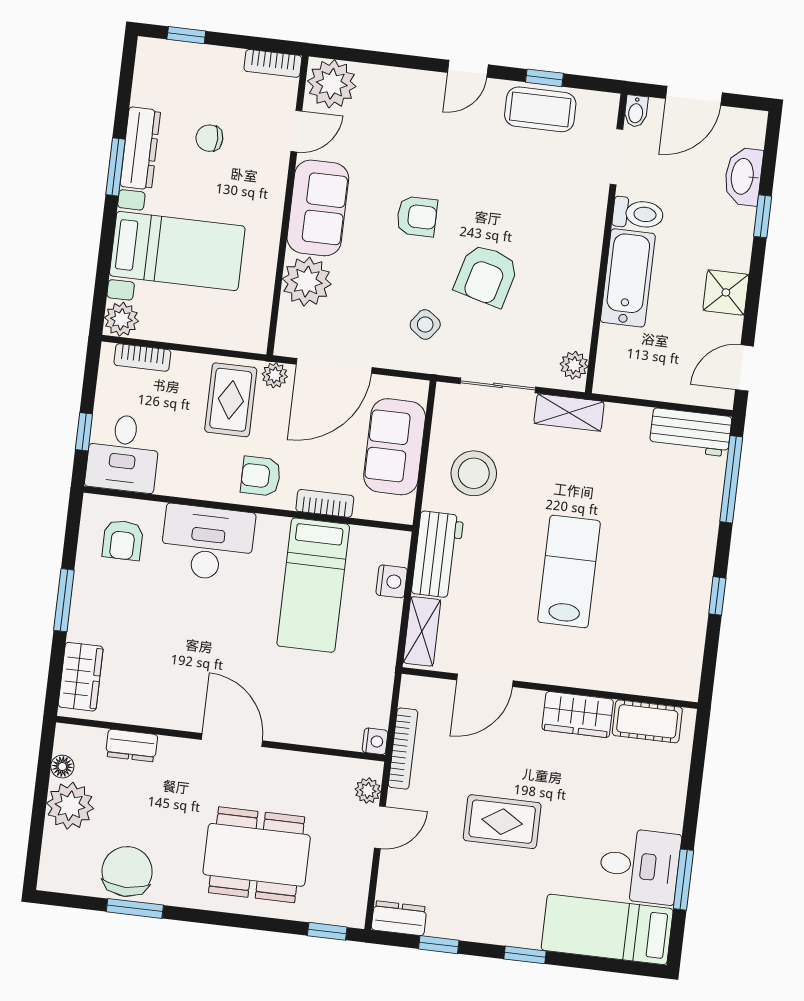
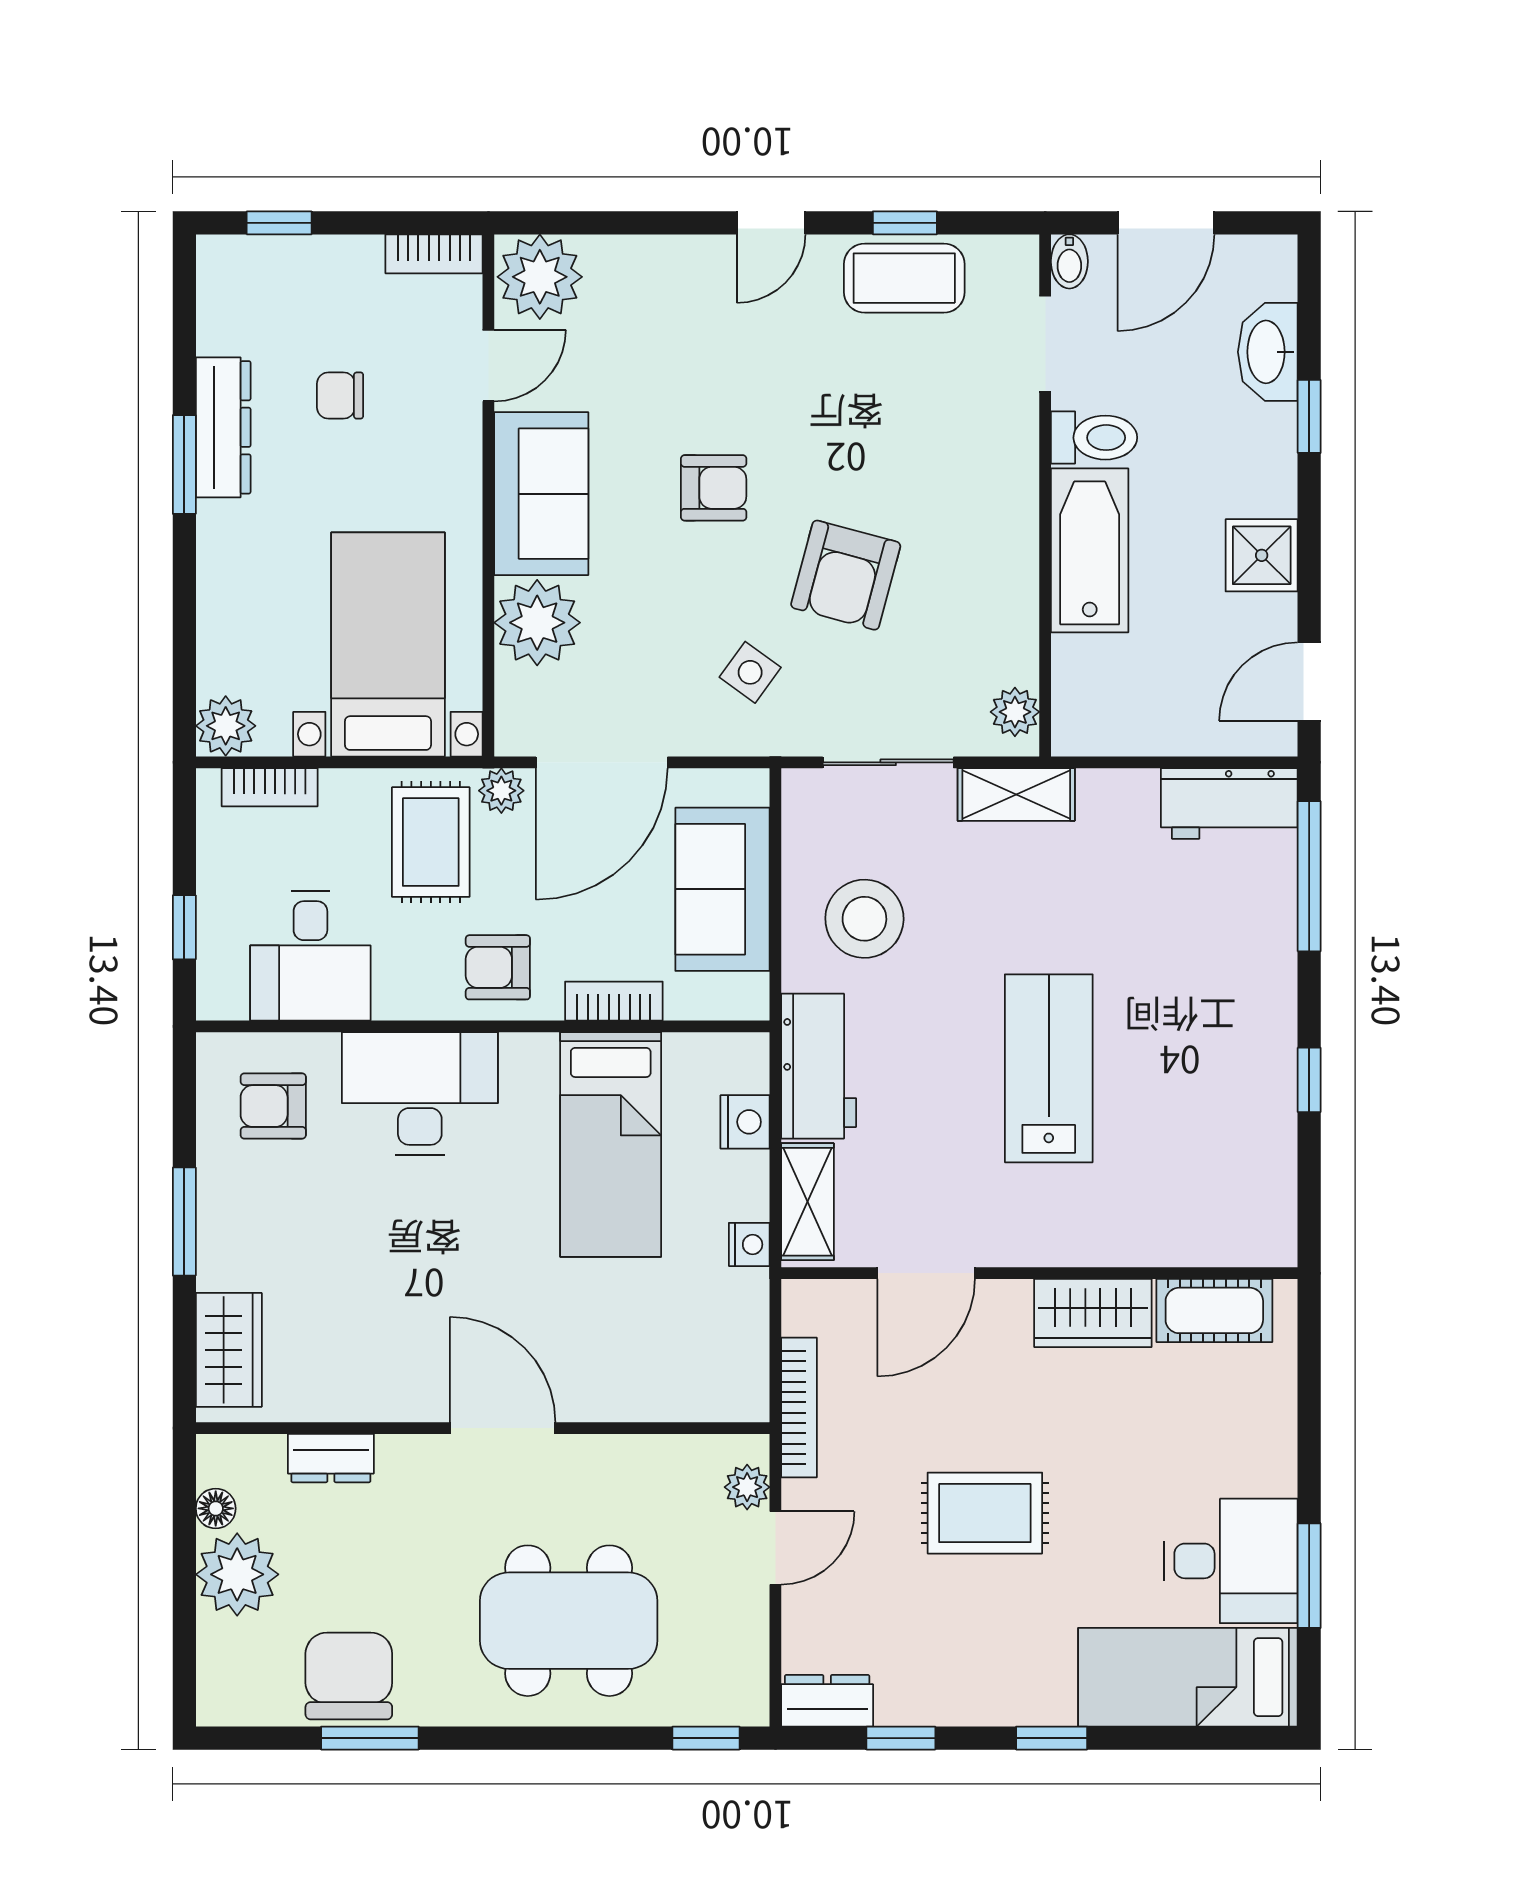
bed with nightstands: (177, 251) -> (388, 644), moved, turned -90
desk: (123, 453) -> (310, 956), moved
armchair: (123, 540) -> (273, 1106), turned 90
nightstand: (375, 741) -> (749, 1244), moved

